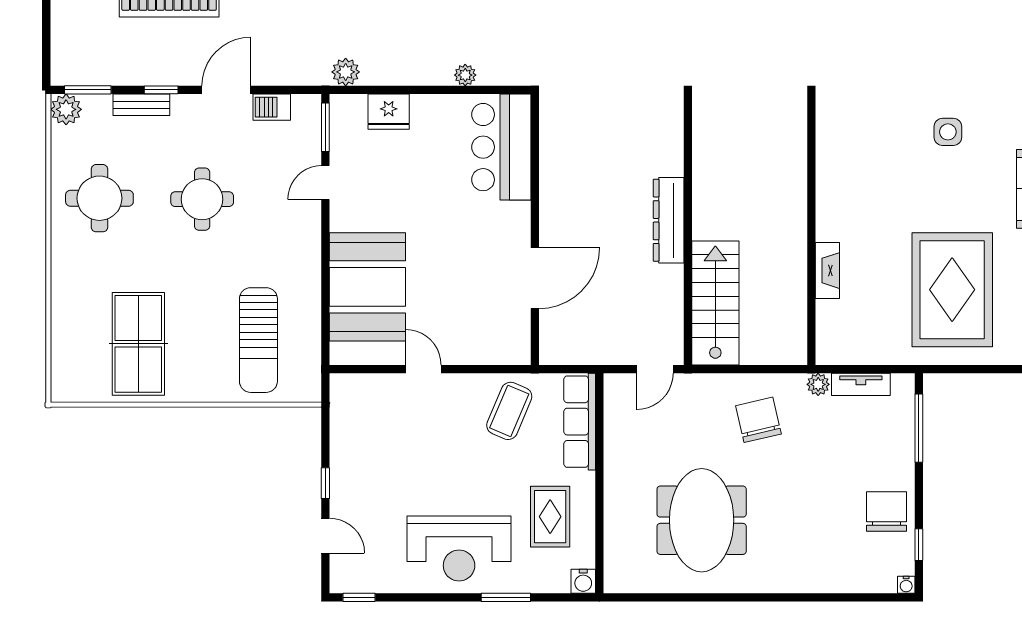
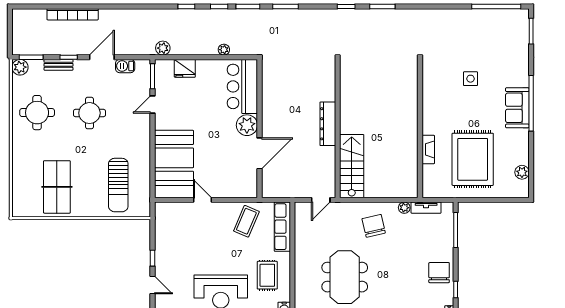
plant: (510, 223) -> (247, 125), added
wall: (811, 230) -> (420, 129), moved
fireplace: (827, 271) -> (428, 149), moved

